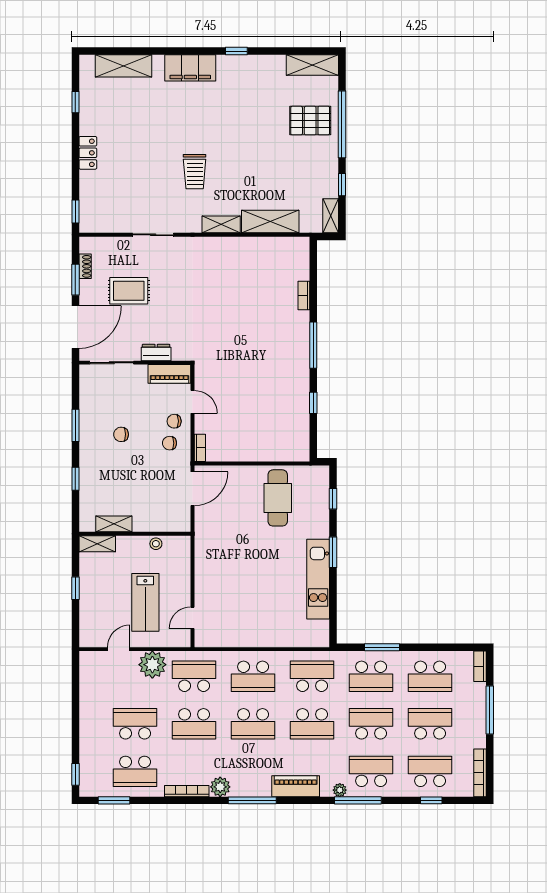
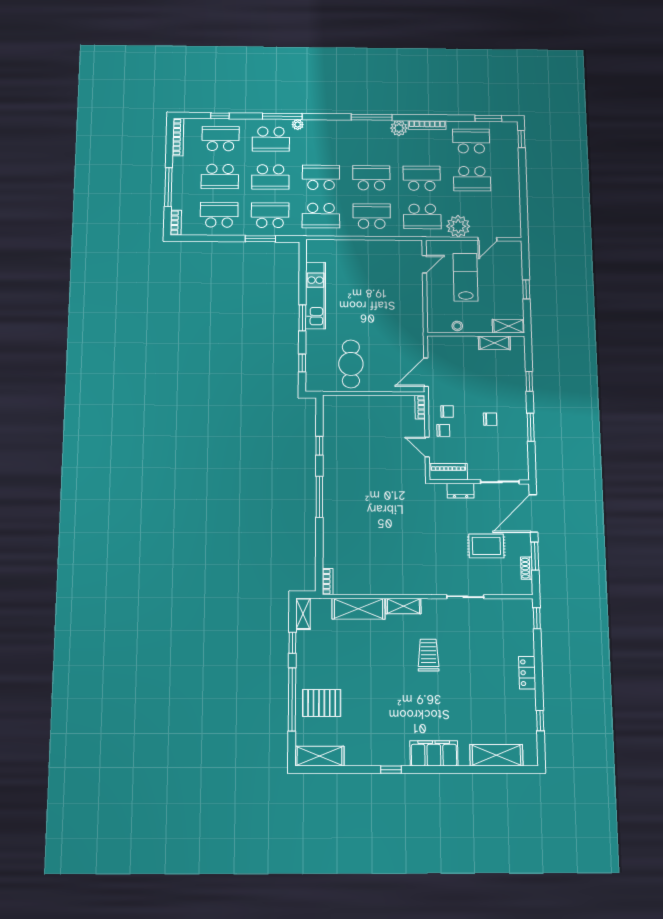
bookcase: (304, 295) -> (328, 582), moved
school desk: (430, 771) -> (221, 139), turned 180
piano: (296, 786) -> (335, 128), removed

